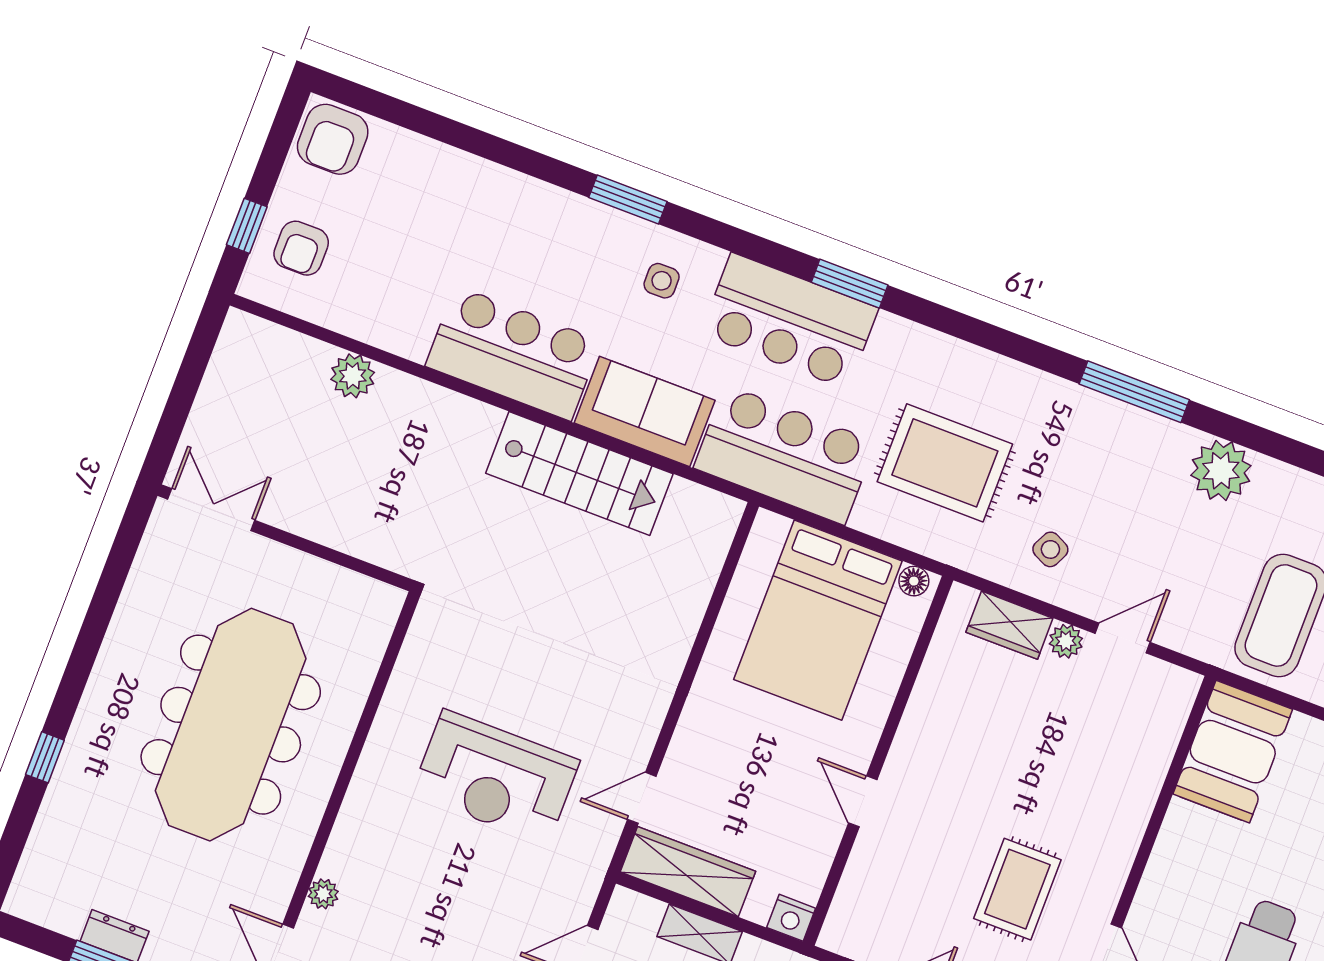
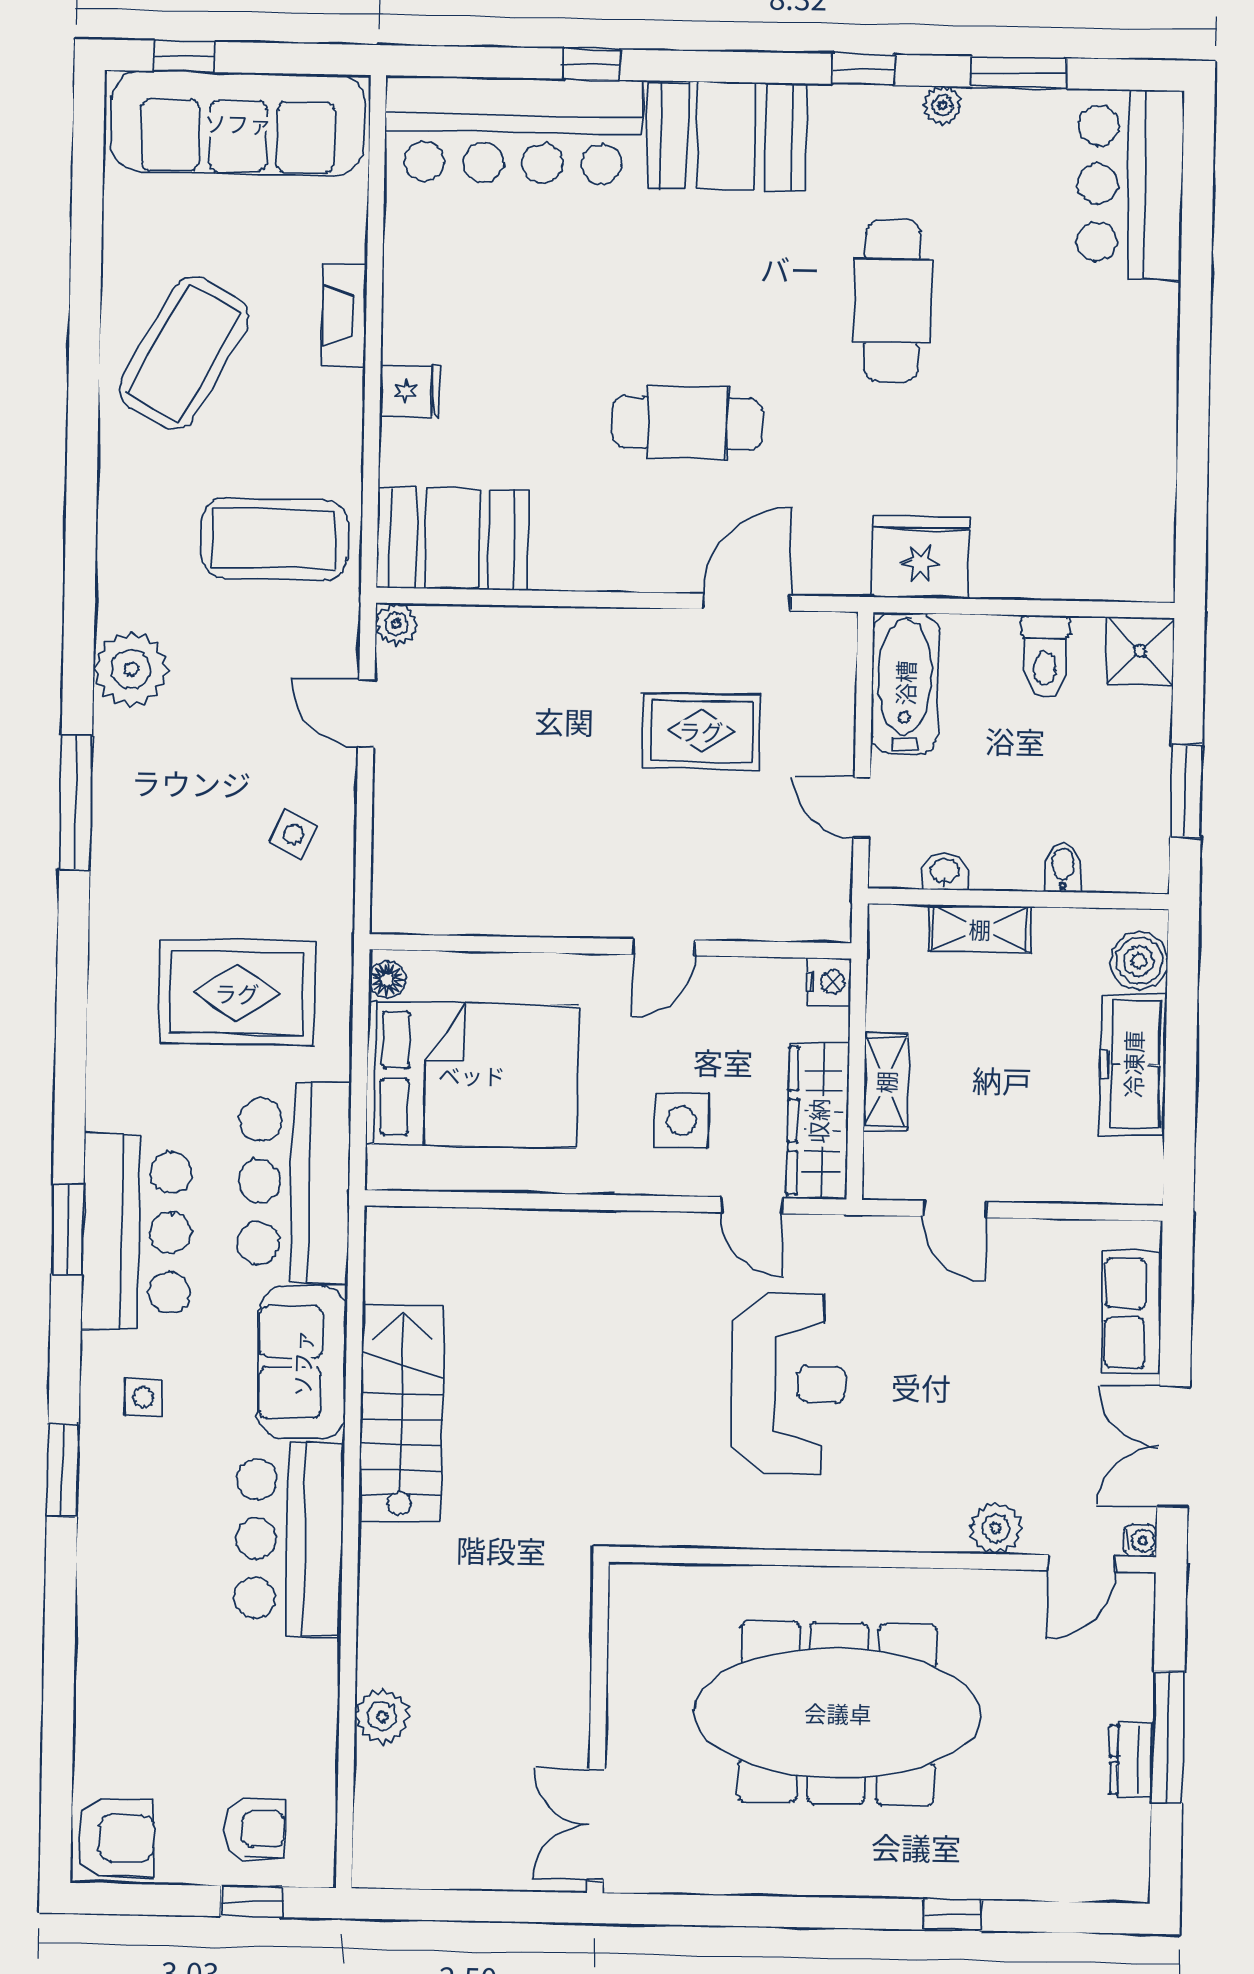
window: (850, 284) -> (67, 1230), moved
rug: (945, 463) -> (237, 993), turned 90
wardrobe: (1009, 625) -> (398, 850), removed
plant: (1066, 641) -> (396, 624), moved
side table: (726, 767) -> (681, 1121), added
plant: (323, 894) -> (996, 1528), width x1.38, depth x1.38

